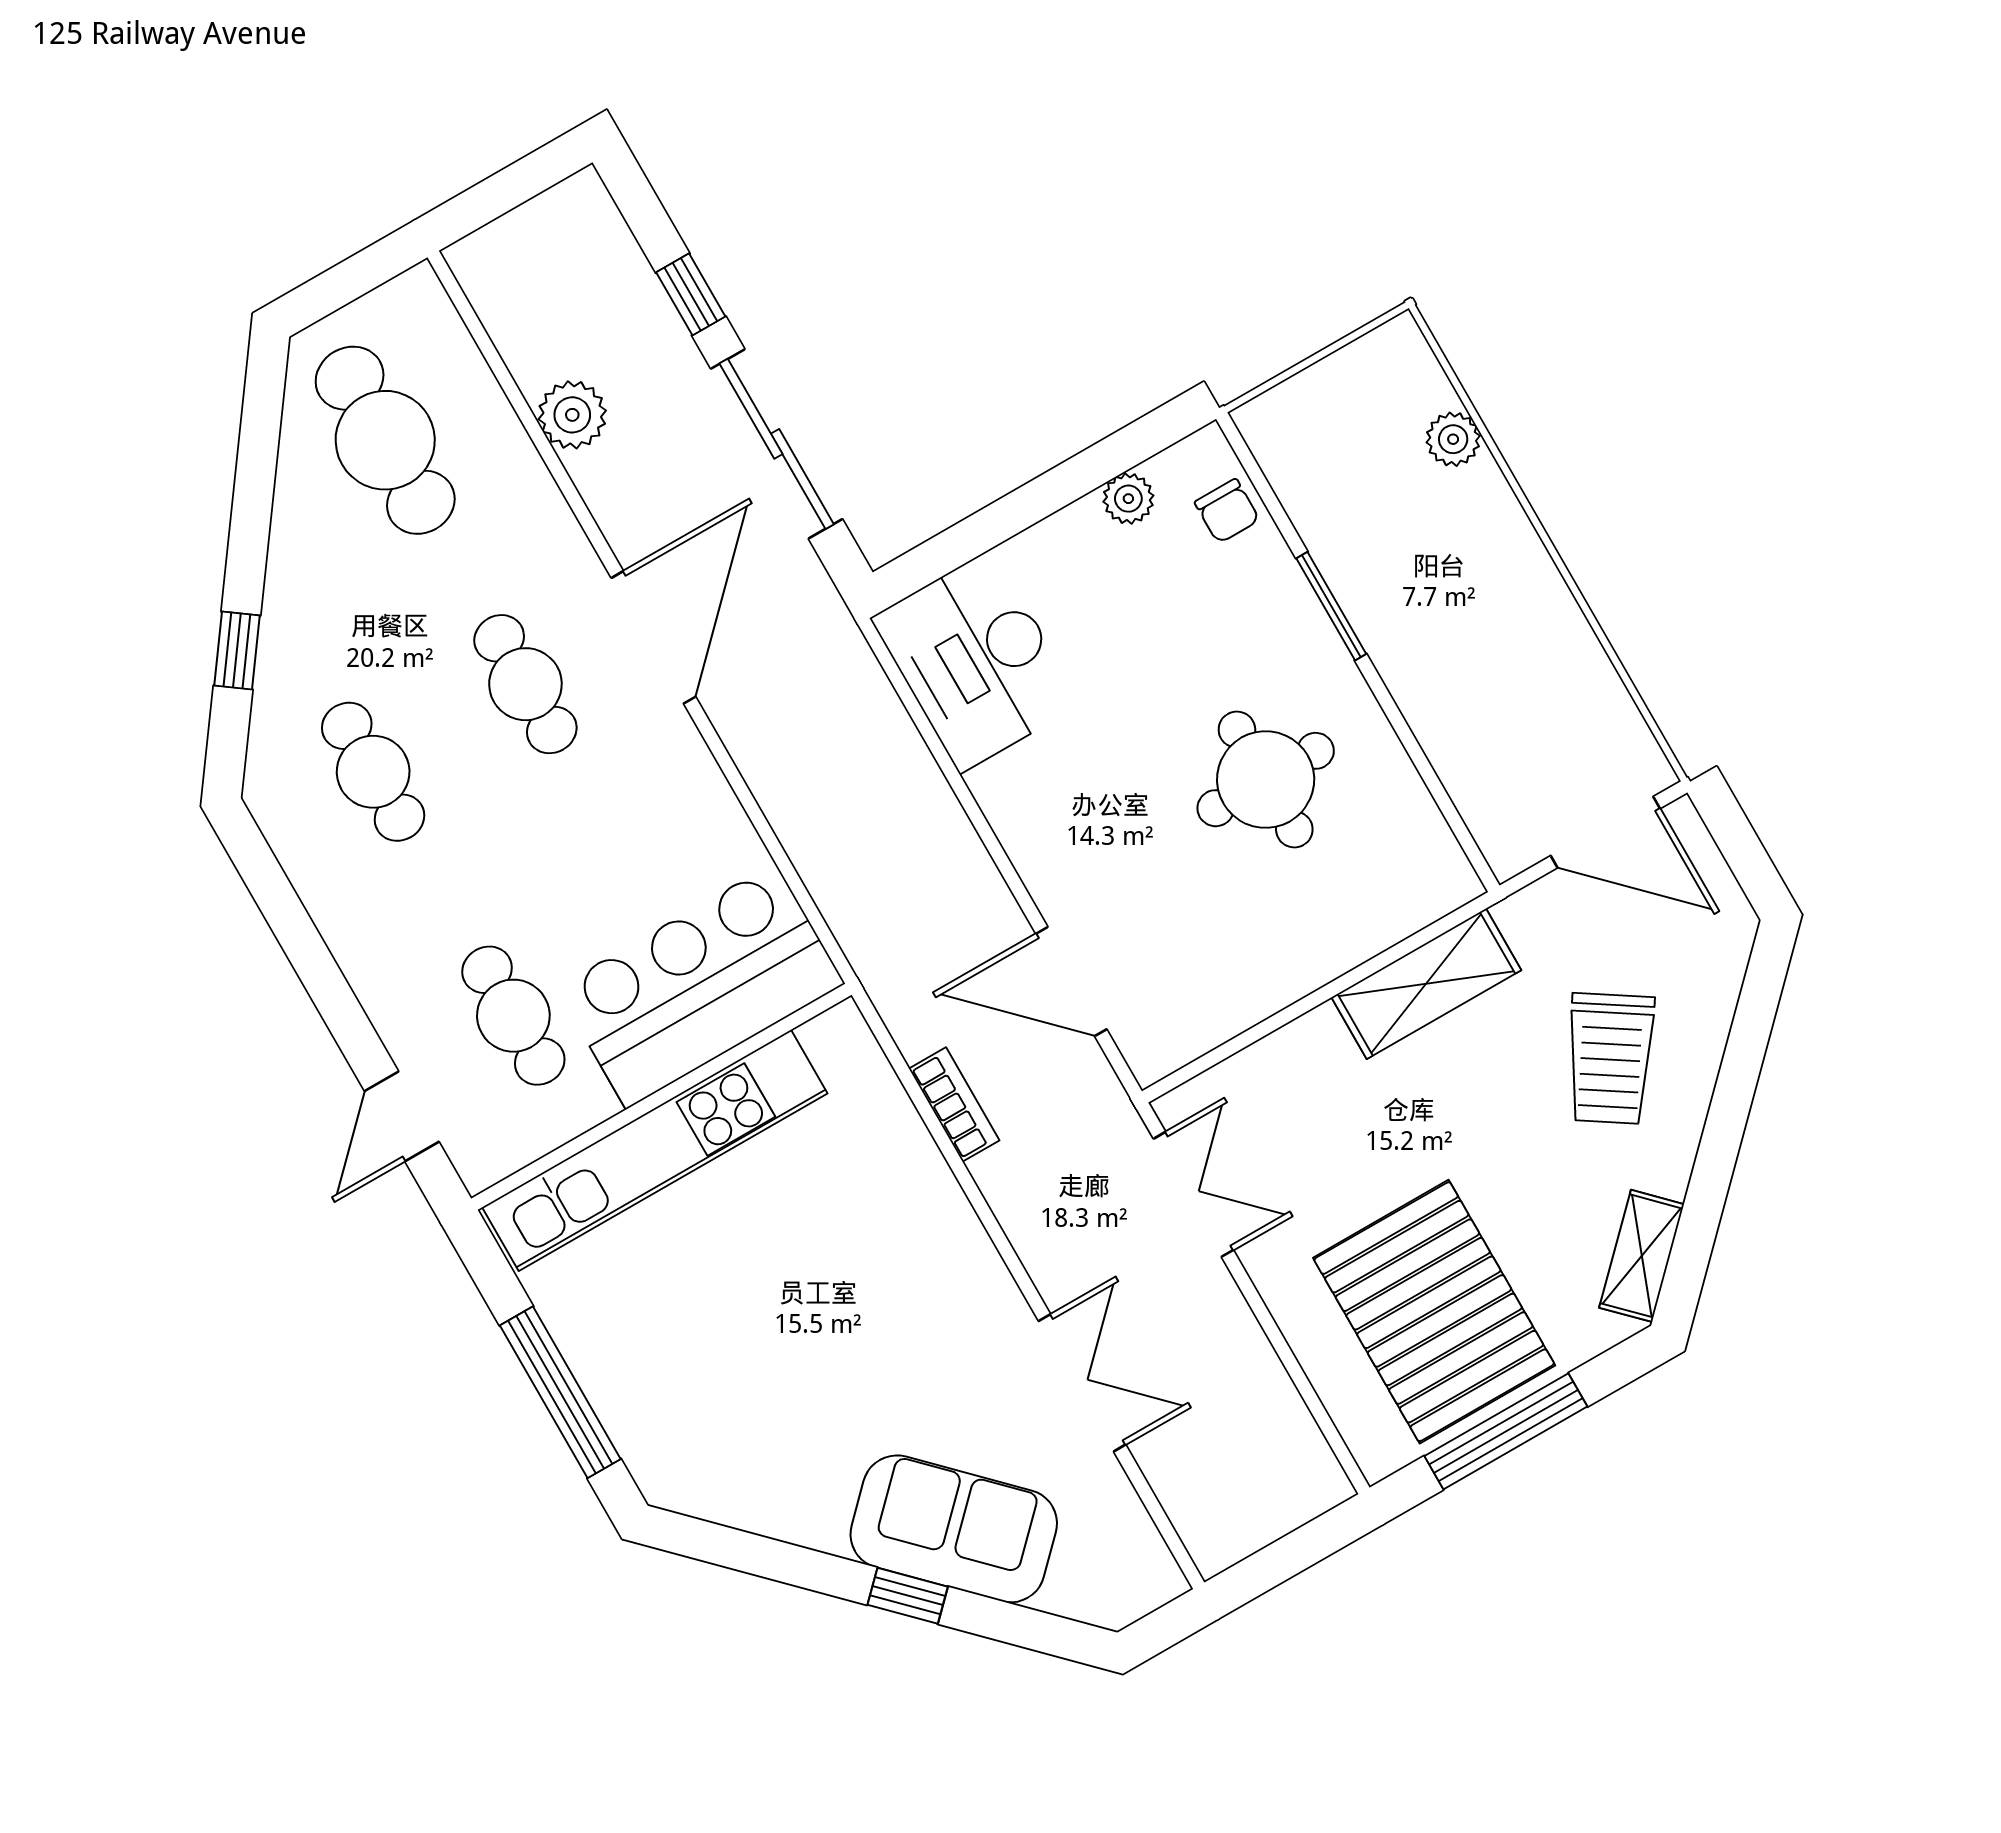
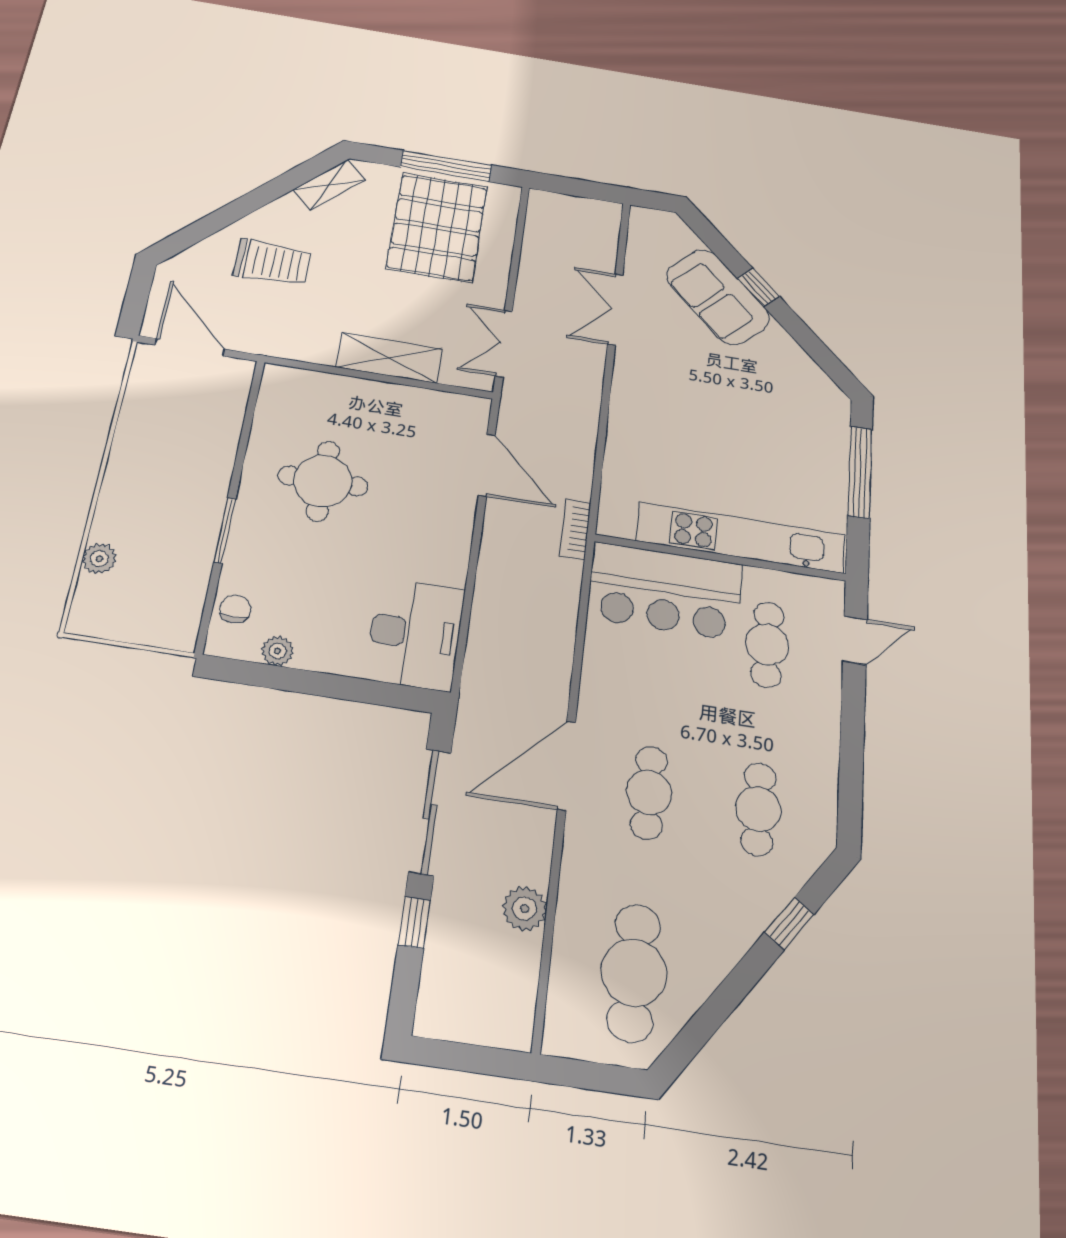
shelving: (1426, 984) -> (389, 358), moved
trolley: (1610, 1058) -> (272, 262), turned 57
bookcase: (954, 1104) -> (575, 529), moved

